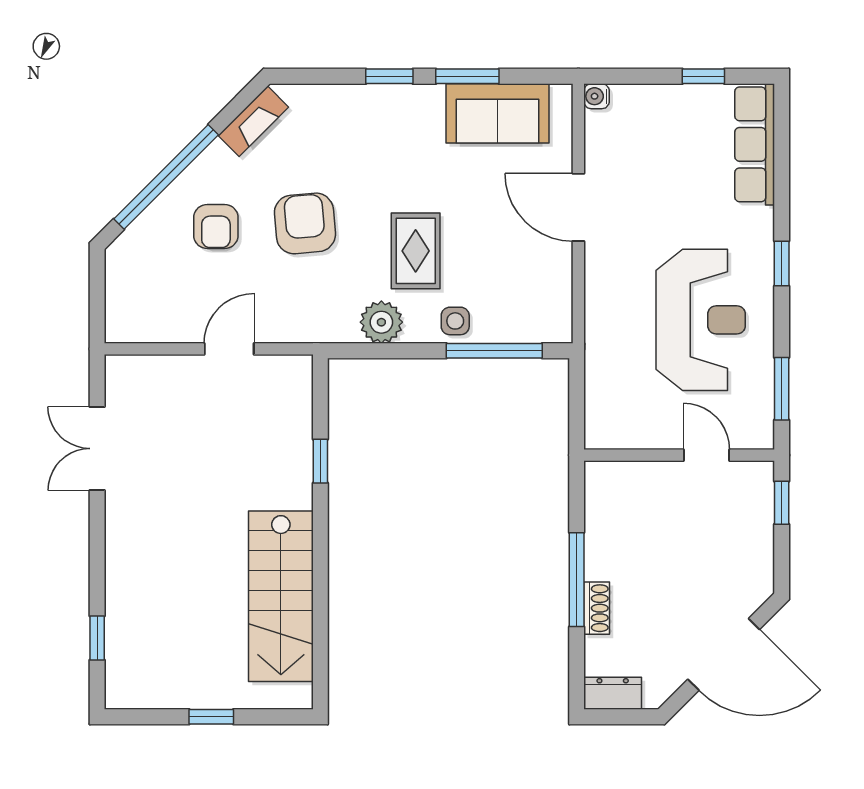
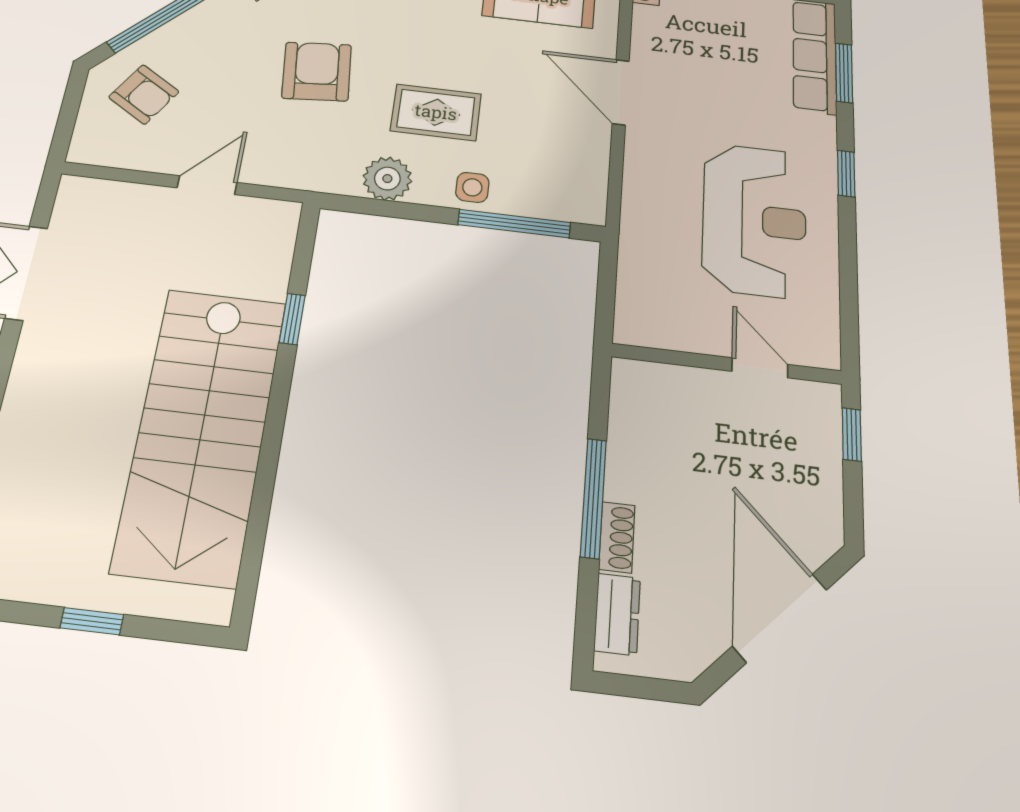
armchair: (216, 227) -> (144, 94), moved, turned -58
rug: (416, 251) -> (436, 112), turned 90
window: (782, 389) -> (844, 73), moved
stairs: (281, 596) -> (201, 433), width x1.36, depth x1.51
door: (724, 654) -> (780, 618), swing flipped
dresser: (613, 693) -> (617, 614), moved, turned 90

